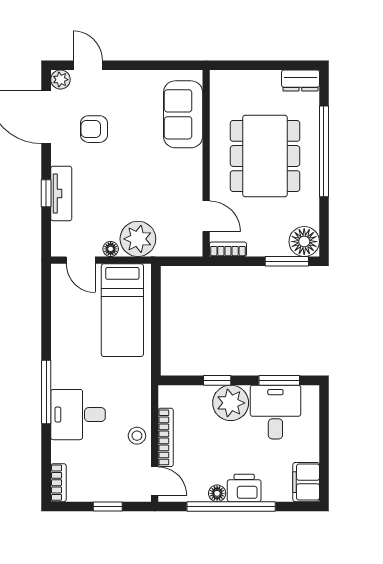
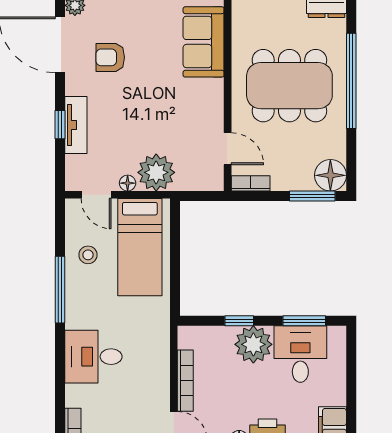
dining table: (265, 156) -> (289, 86), turned 90
window: (46, 392) -> (60, 290), moved
stool: (137, 436) -> (88, 255), moved

